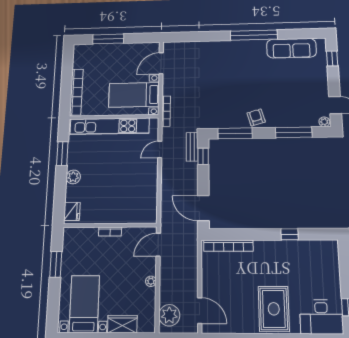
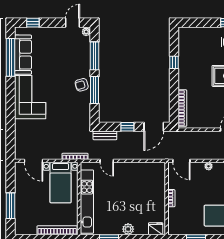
window: (254, 35) -> (10, 57), moved
corner sofa: (239, 58) -> (30, 97), added
window: (235, 133) -> (94, 90), moved
window: (203, 156) -> (127, 127), moved

